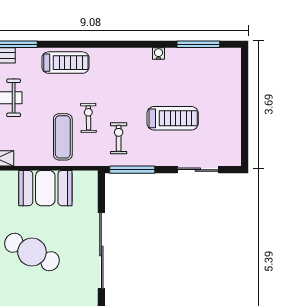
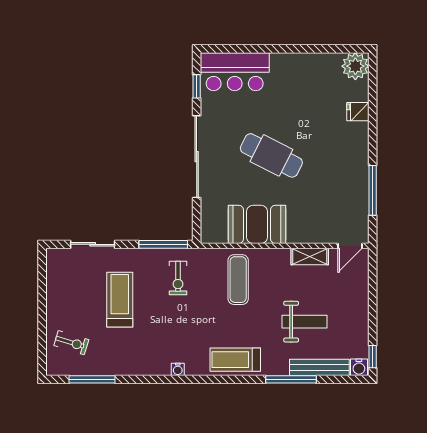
water cooler: (159, 54) -> (178, 369), moved
exercise bike: (88, 118) -> (71, 343), moved, turned -72
treadmill: (173, 118) -> (120, 300), turned 90

